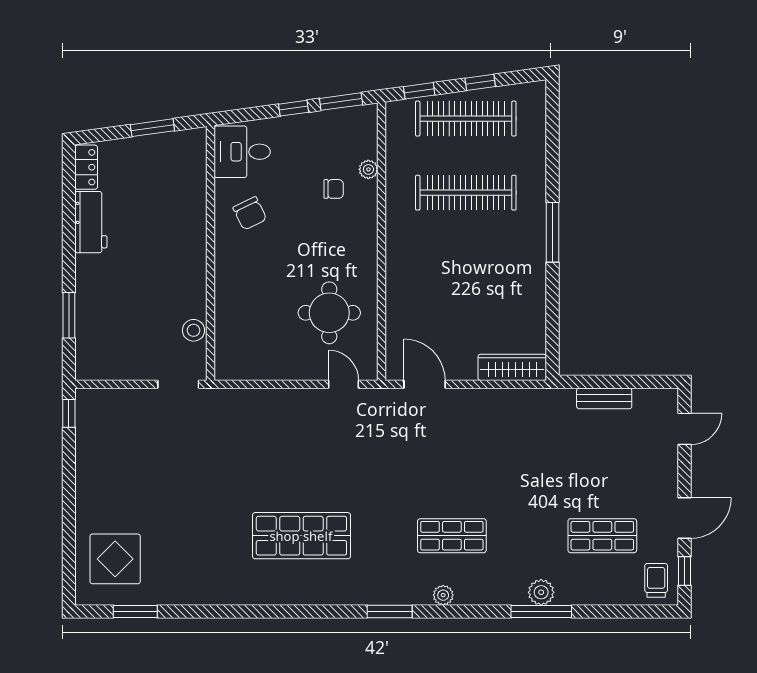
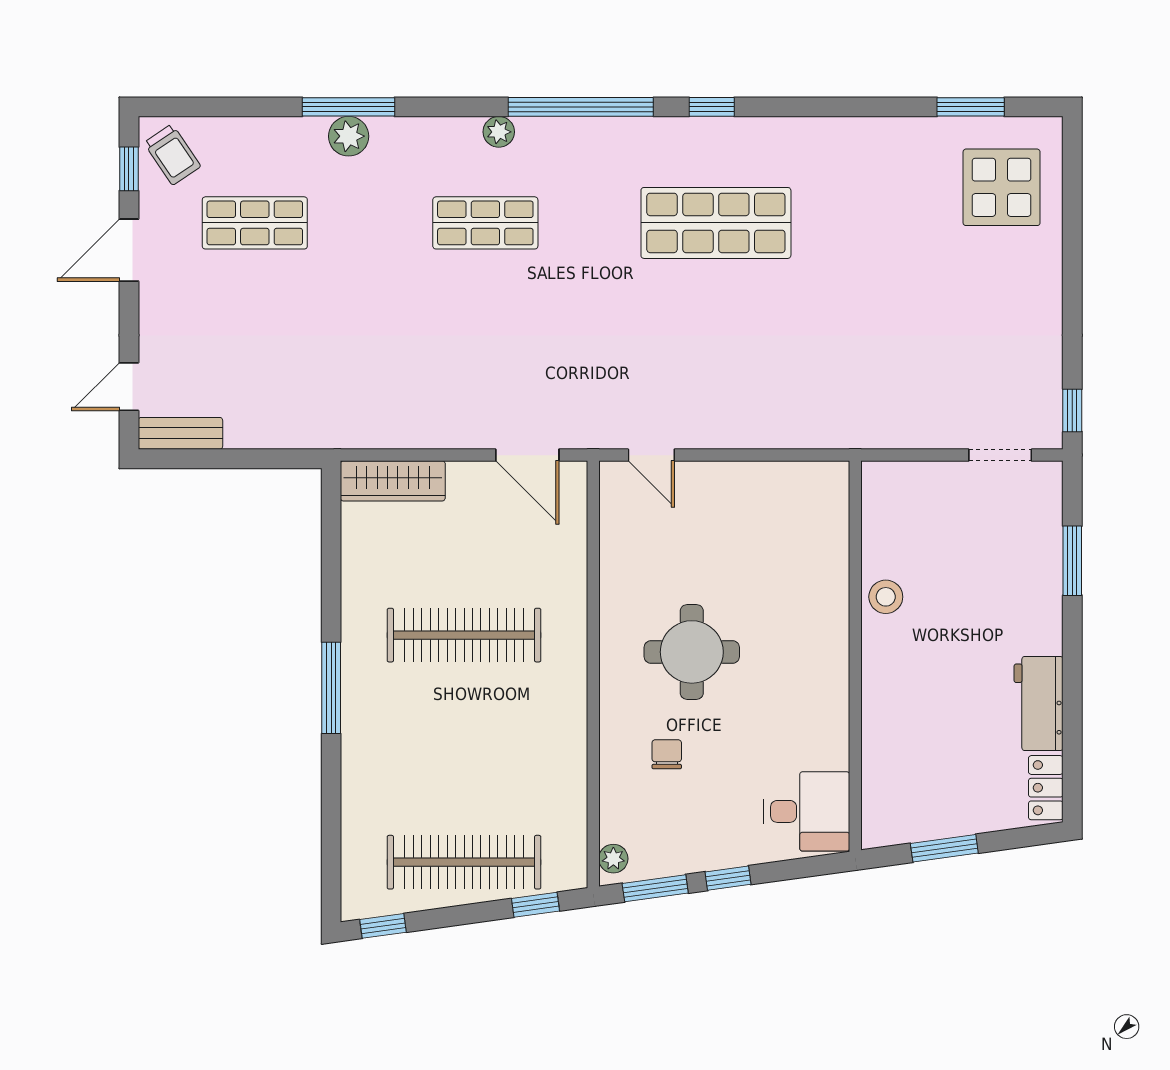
window: (480, 82) -> (383, 926), moved
plant: (368, 169) -> (613, 859), moved
chair: (334, 189) -> (667, 754), turned 90
clothes rail: (466, 193) -> (464, 635), moved
chair: (250, 213) -> (795, 717), removed
round table: (329, 313) -> (692, 652), moved
stool: (194, 330) -> (886, 597), moved
doorway: (178, 384) -> (1000, 455), moved
bench: (604, 398) -> (180, 433), moved
trolley: (656, 580) -> (172, 155), turned -34
window: (304, 611) -> (712, 107), added
window: (390, 611) -> (581, 107), width x2.11

